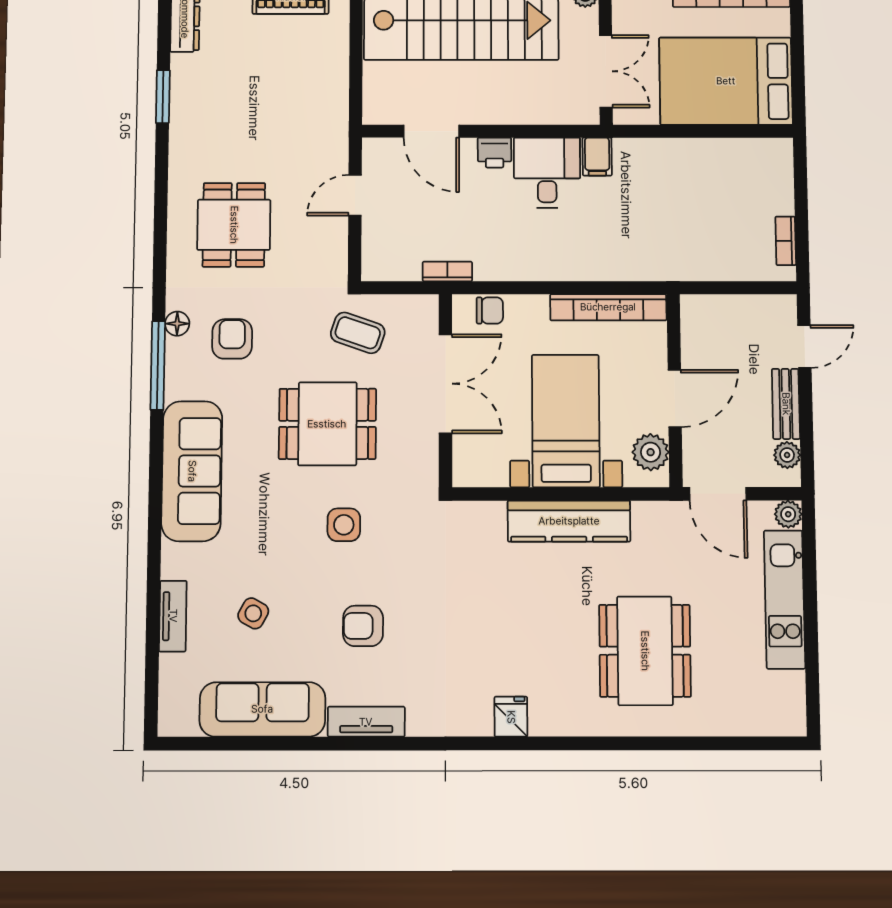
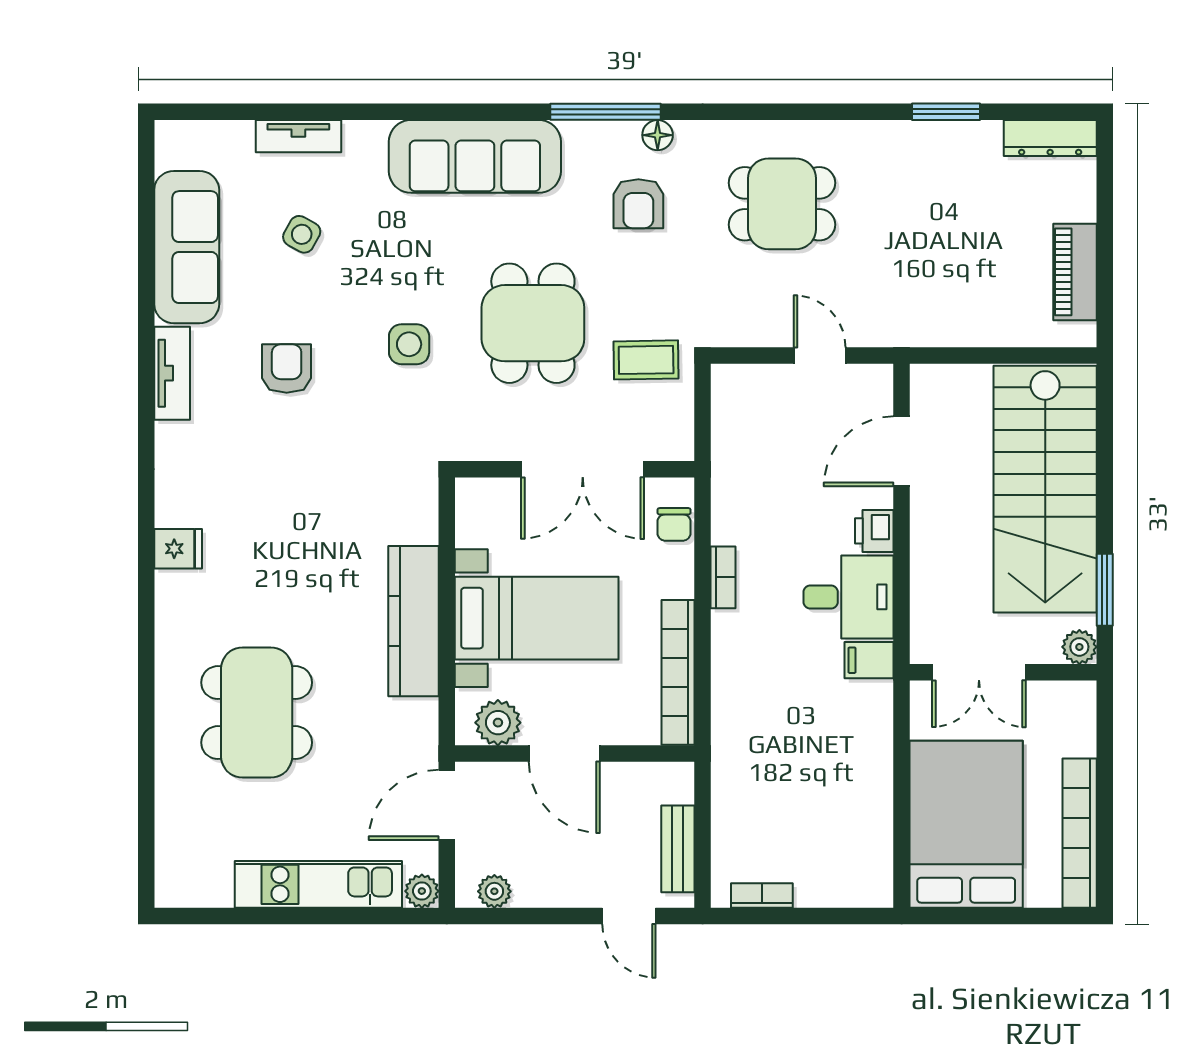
bookcase: (447, 271) -> (723, 577), moved
coffee table: (358, 333) -> (646, 360), turned 70
armchair: (232, 339) -> (638, 204), turned 90
bench: (786, 404) -> (678, 849), moved, turned 90
dining table: (645, 651) -> (257, 713), turned 90

